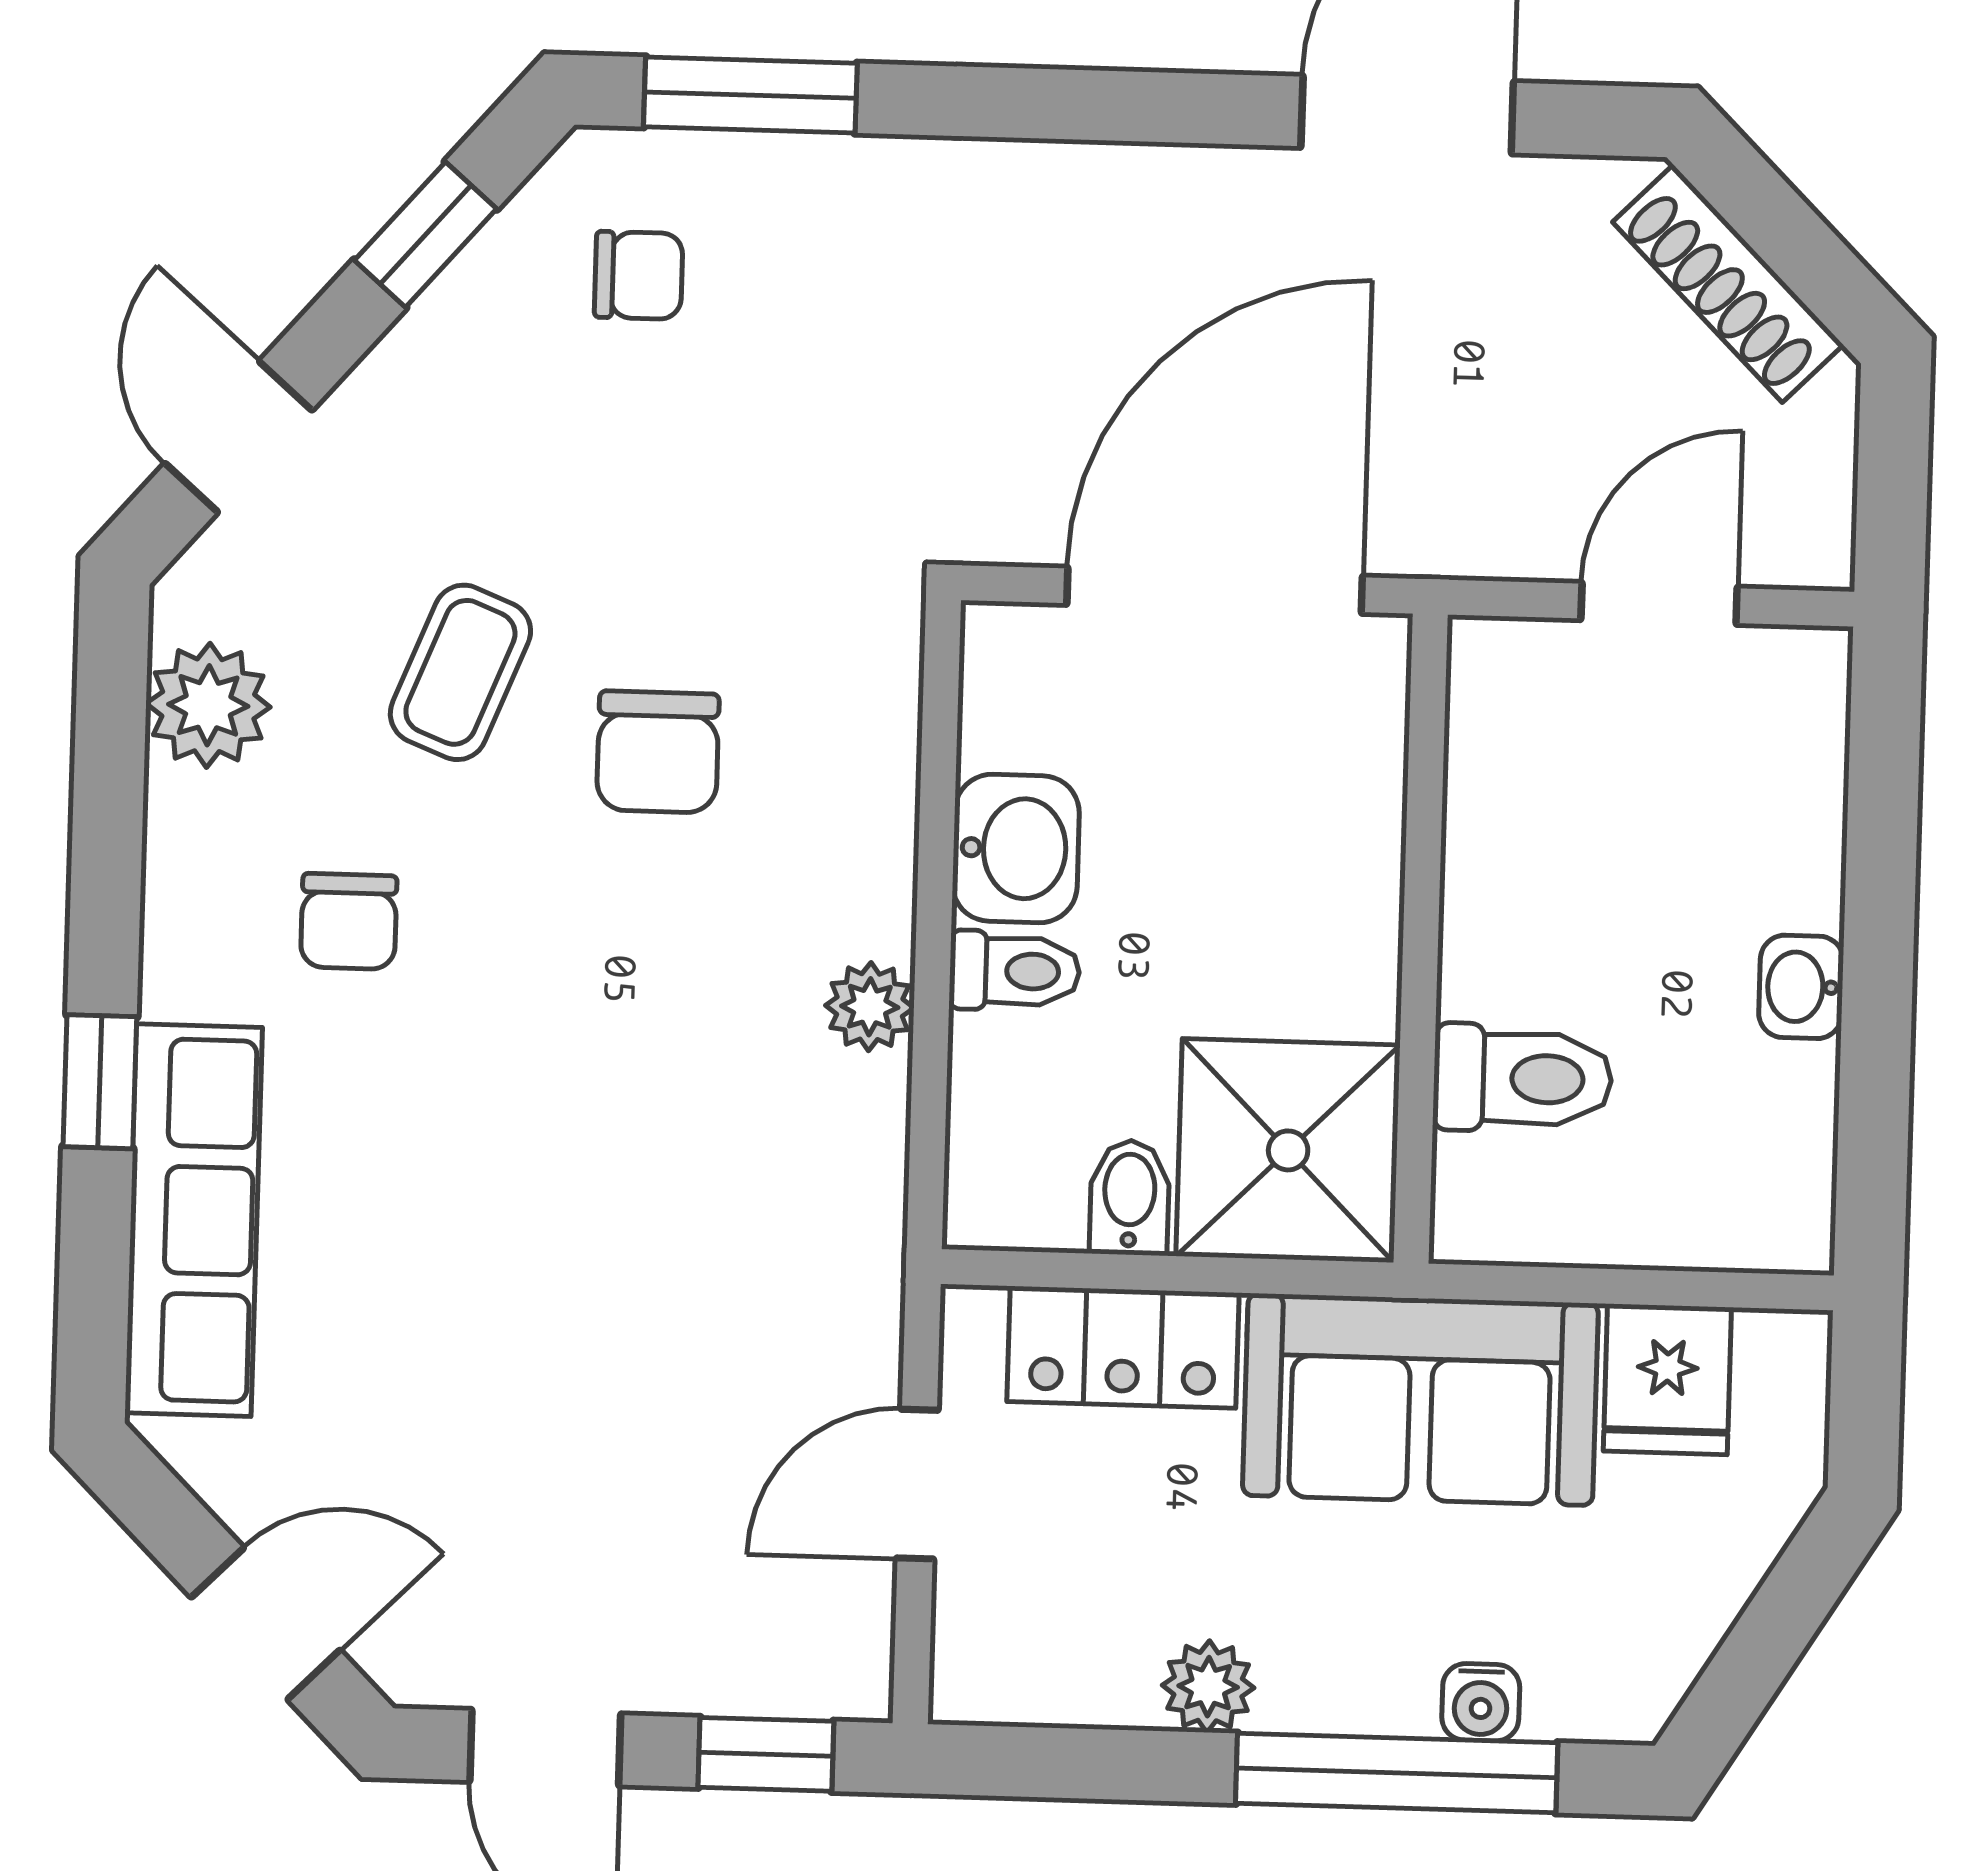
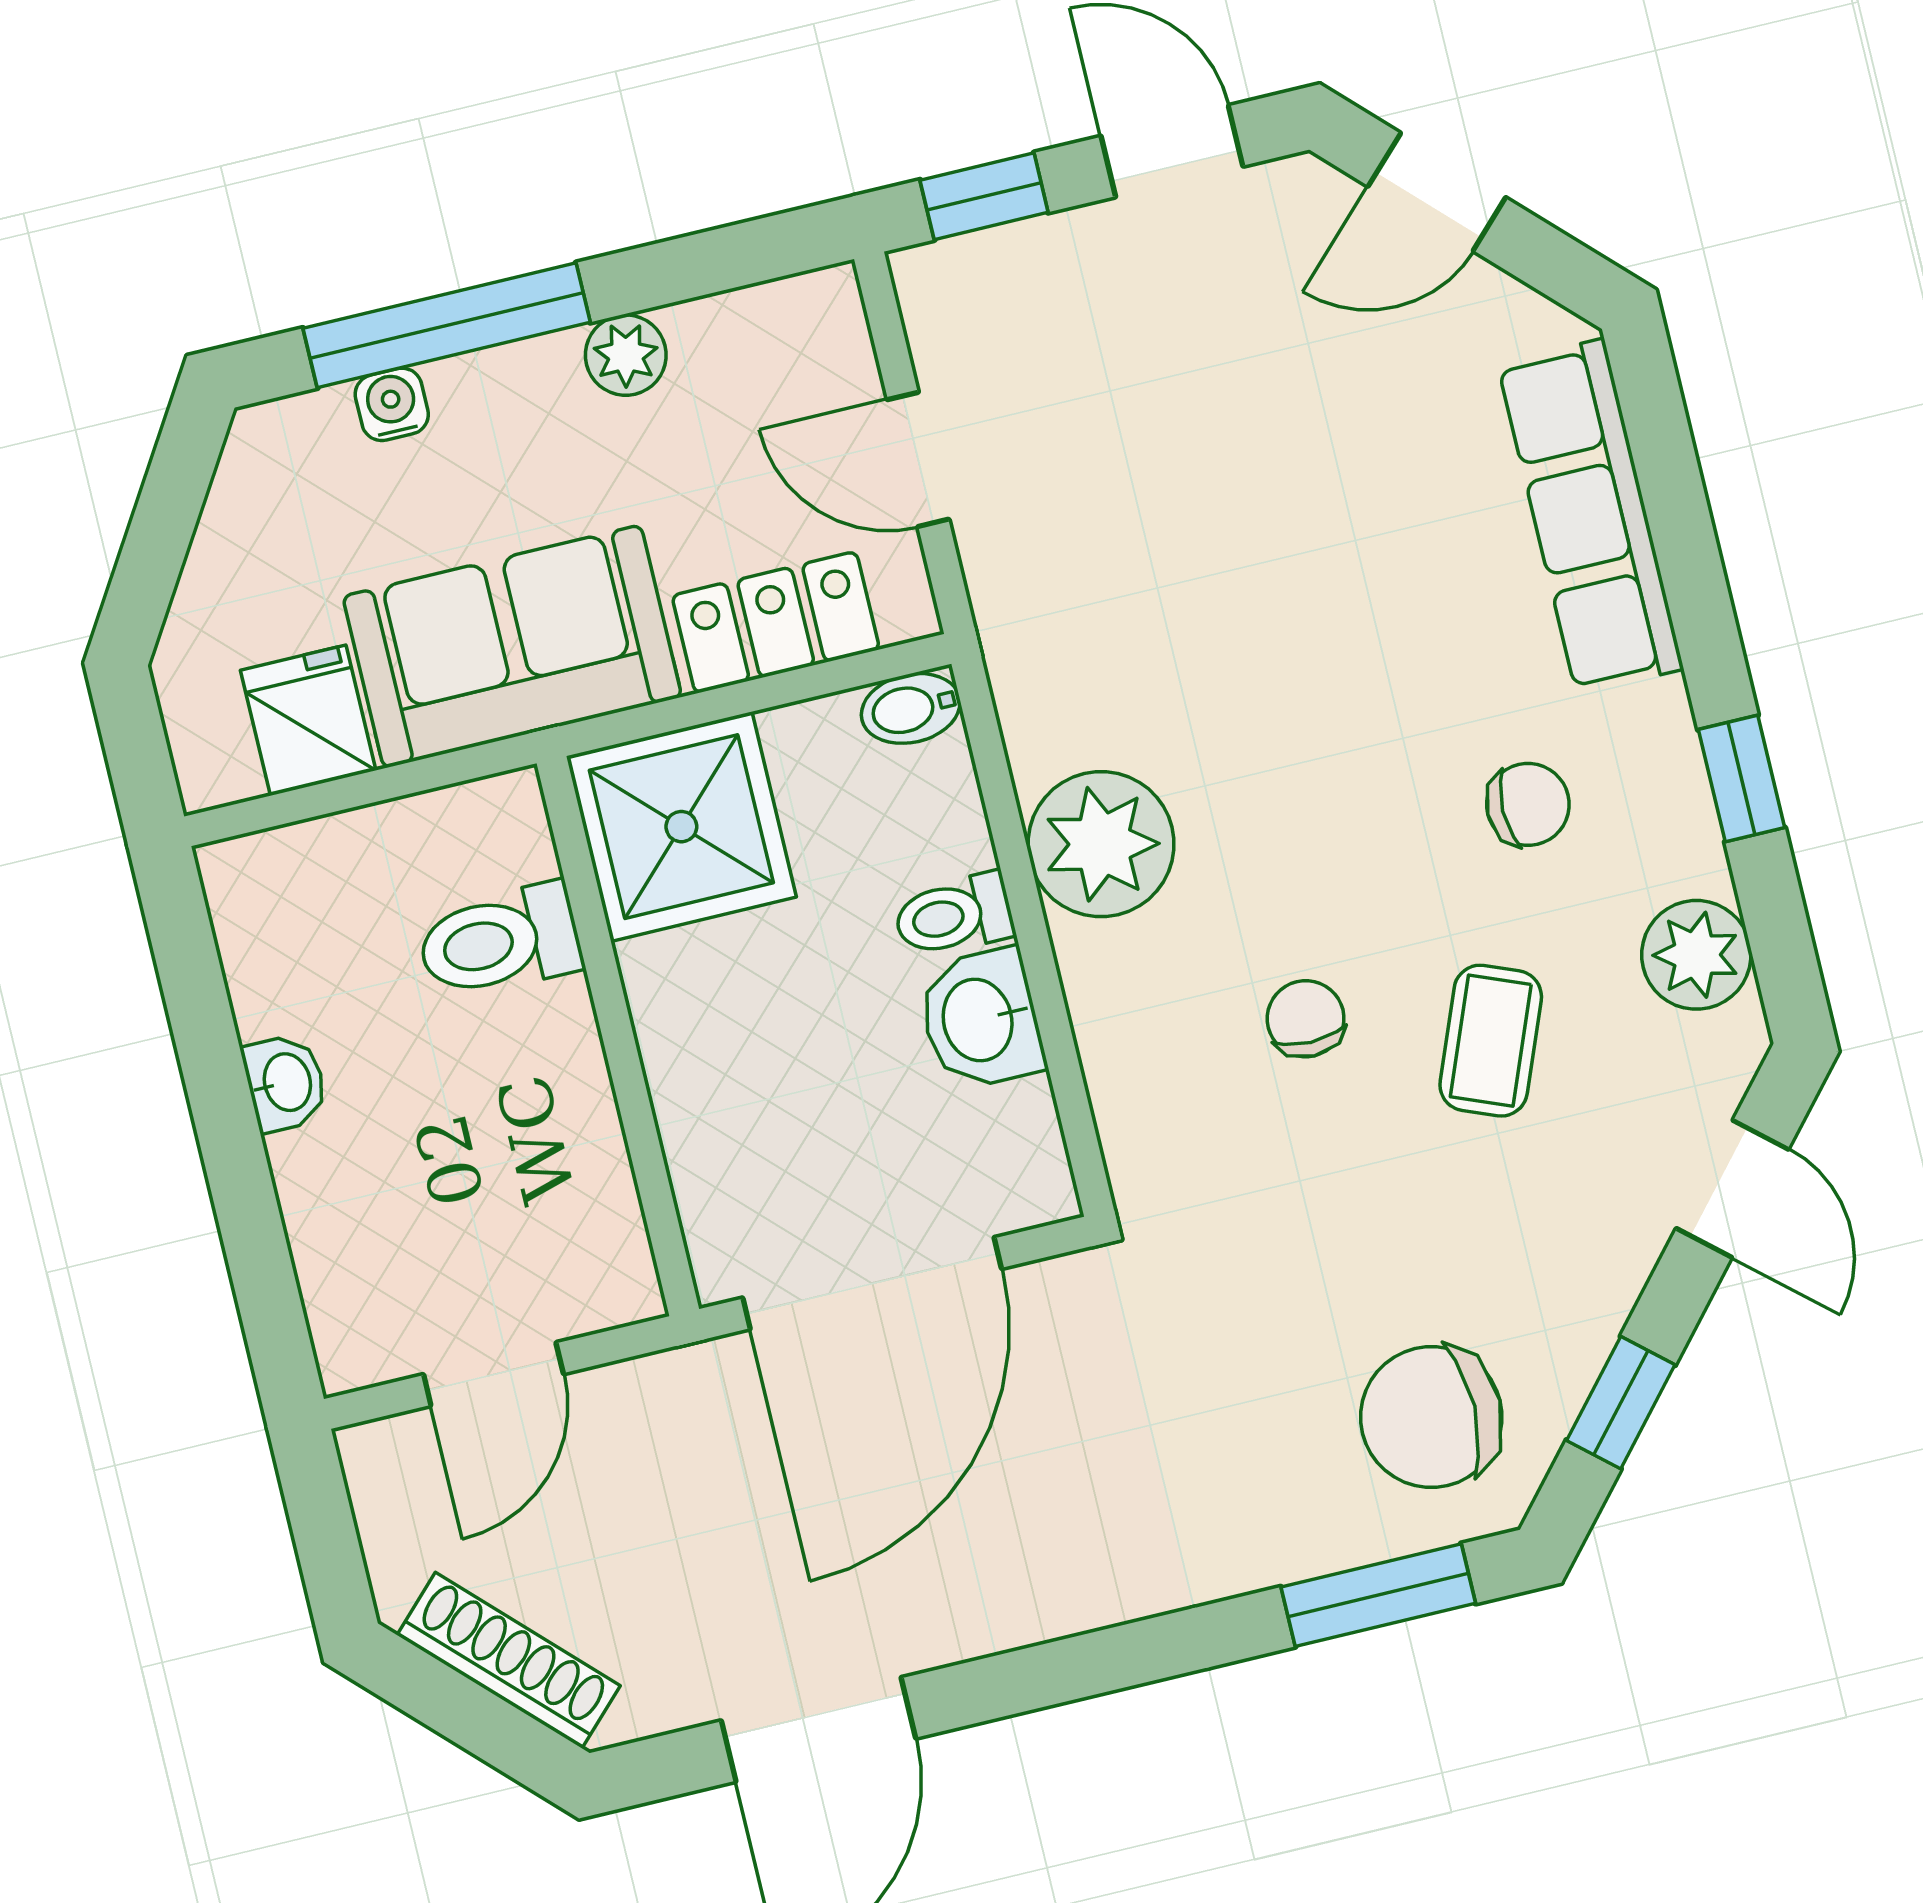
chair: (639, 275) -> (1431, 1417), width x1.87, depth x1.87
chair: (658, 752) -> (1306, 1019), width x0.73, depth x0.73
chair: (349, 921) -> (1528, 804), turned 90
plant: (870, 1007) -> (1101, 844), width x1.88, depth x1.88
window: (100, 1082) -> (1741, 779), moved
bidet: (1130, 1198) -> (911, 708), moved, turned 90
door: (917, 1484) -> (918, 459), swing flipped

